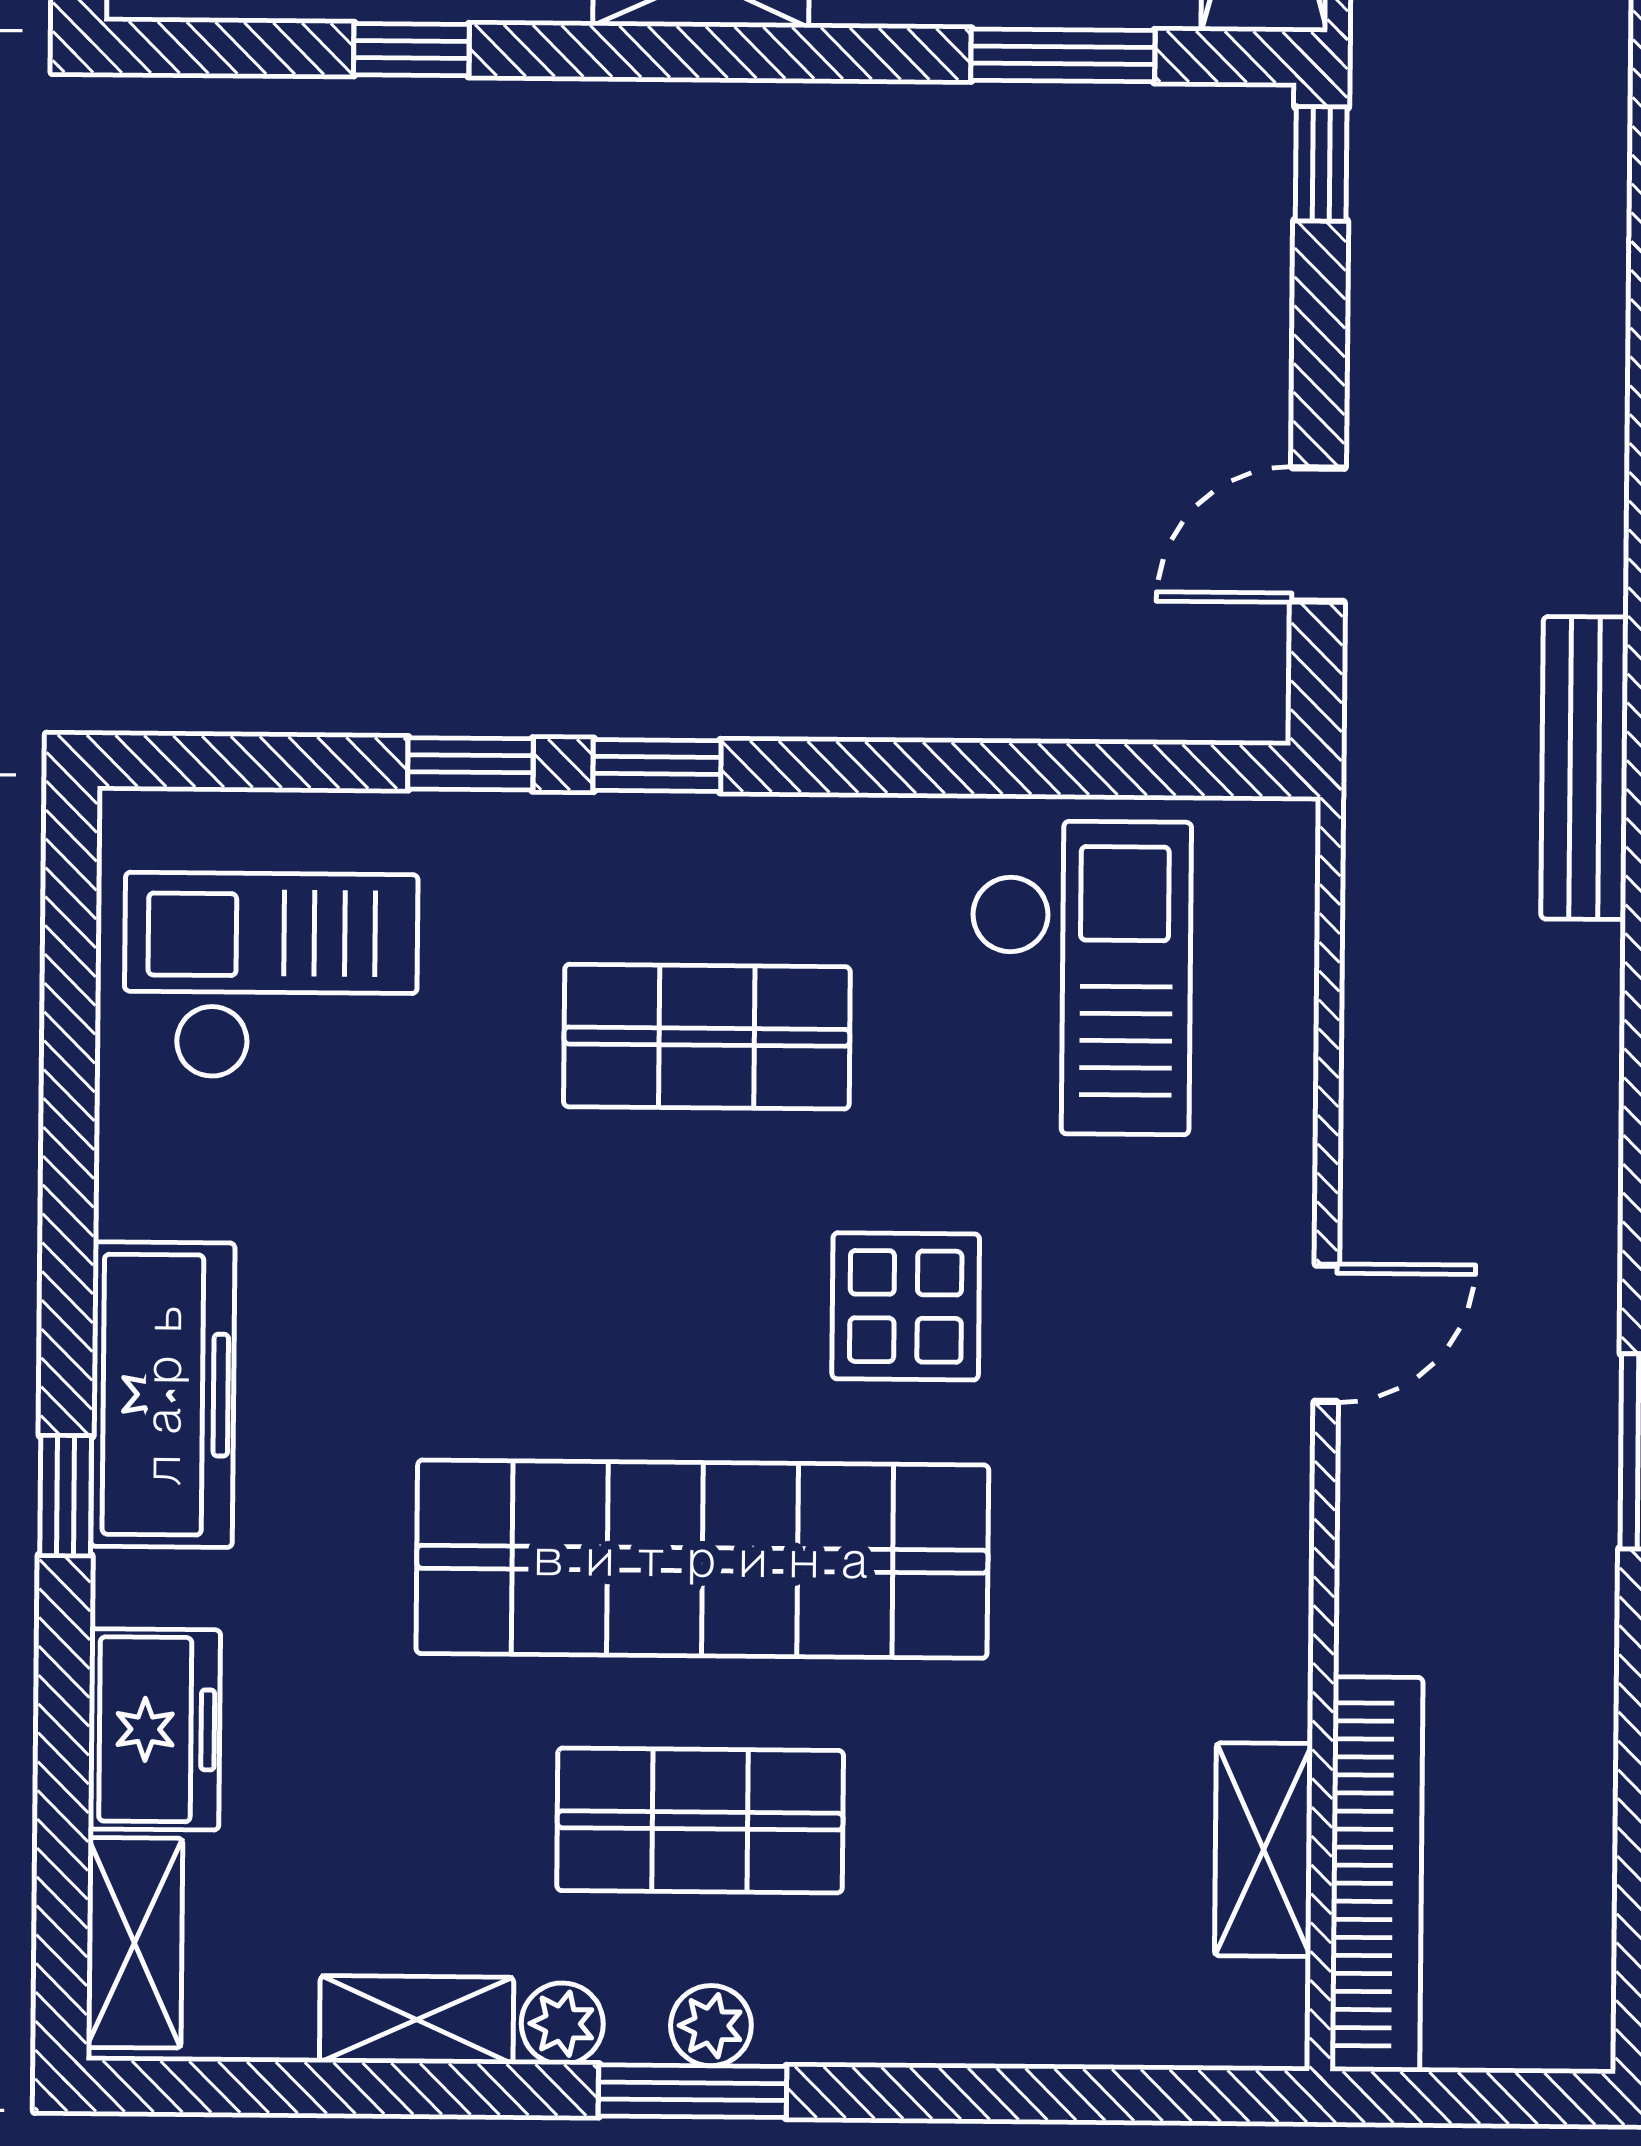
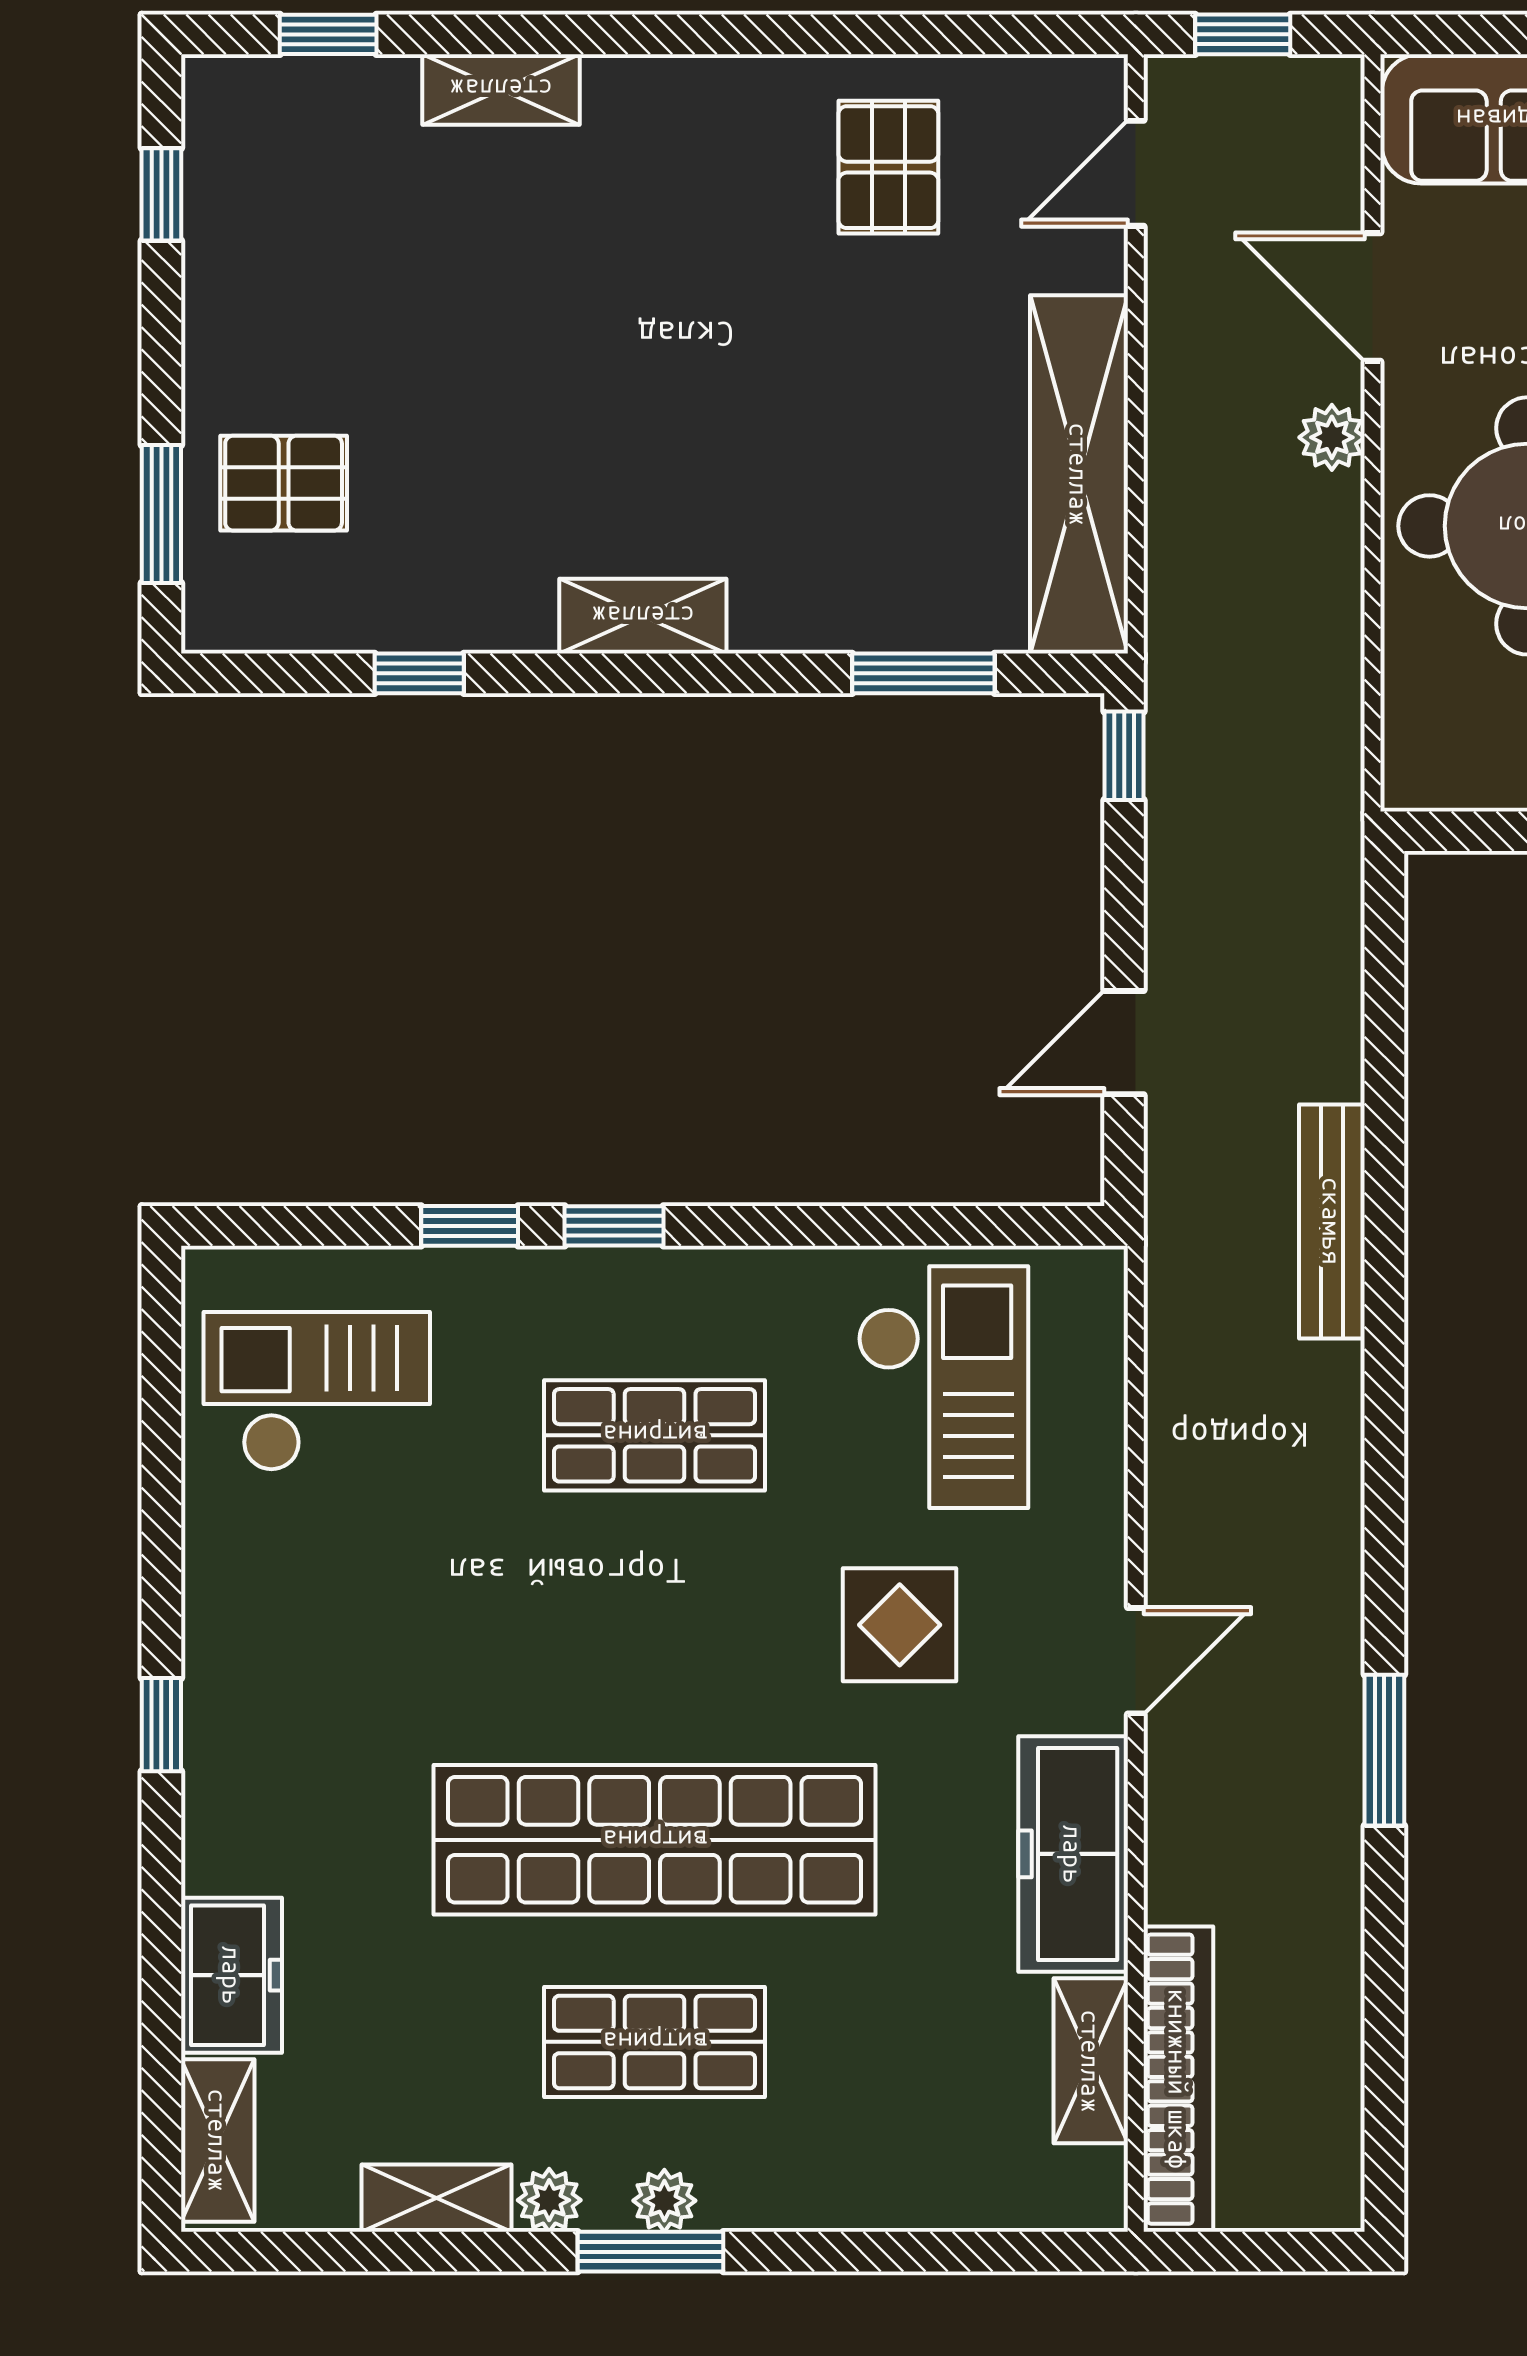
display table: (906, 1306) -> (900, 1625), moved
freezer: (163, 1395) -> (1073, 1854), moved, turned 180
window: (66, 1496) -> (161, 1725), moved

